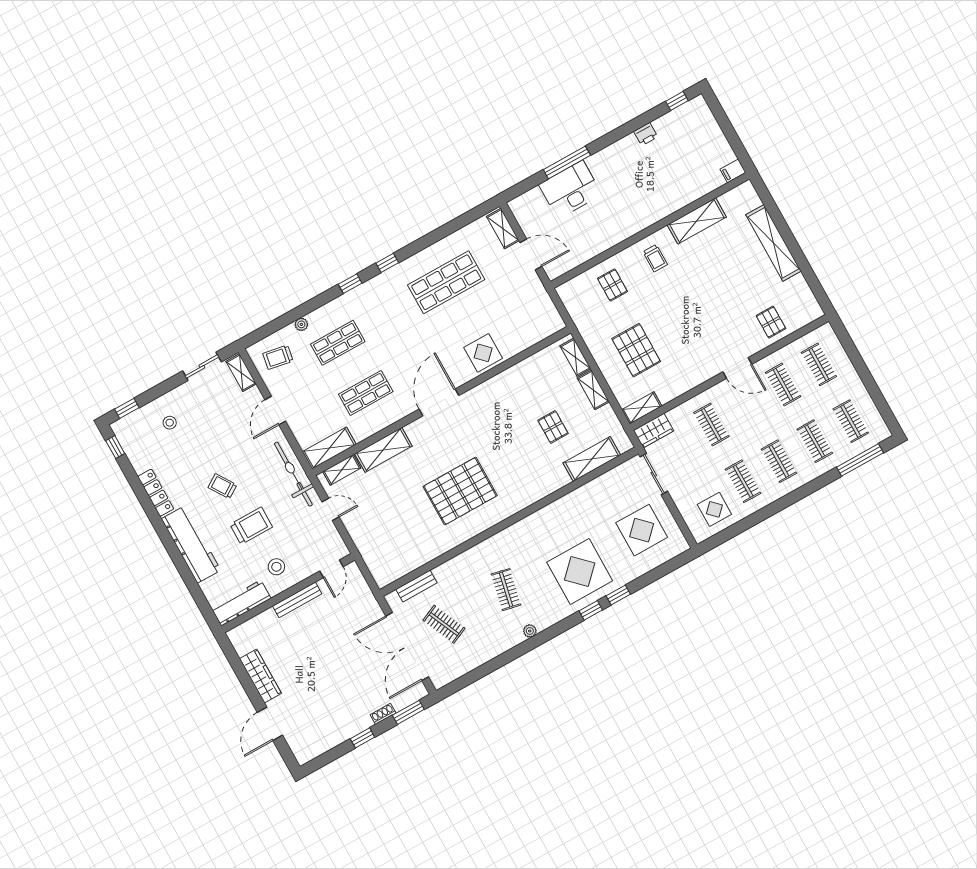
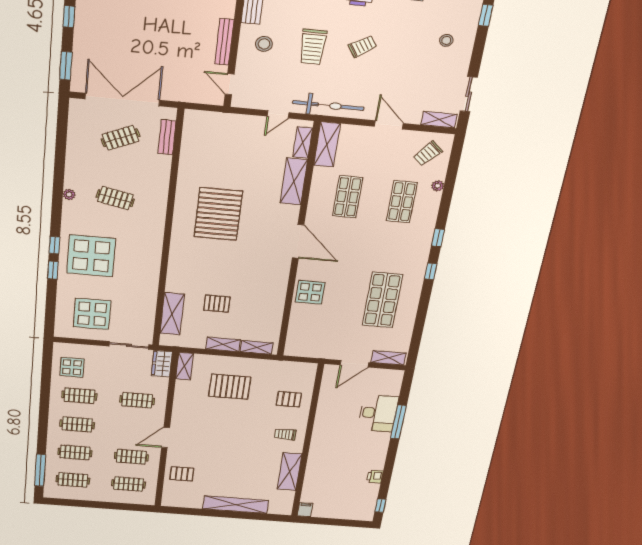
trolley: (278, 357) -> (428, 154), turned -148
shoe rack: (383, 714) -> (78, 46), removed

